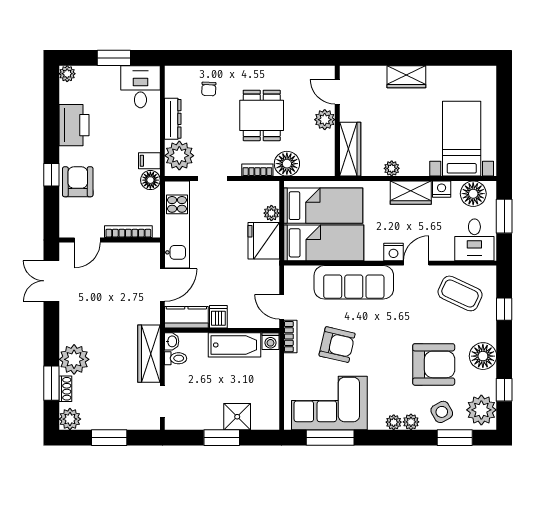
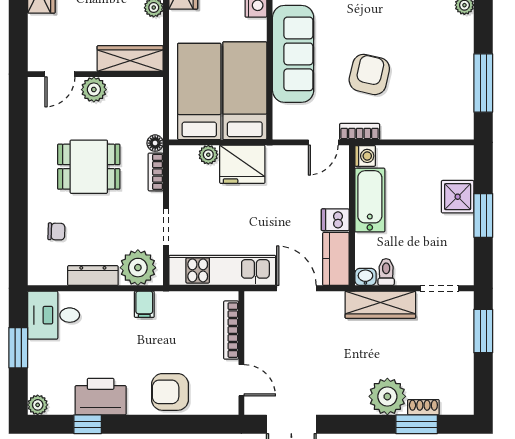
floor lamp: (287, 164) -> (155, 143), width x0.53, depth x0.53
window: (51, 175) -> (88, 424), moved
floor lamp: (150, 180) -> (168, 303), removed
corner sofa: (329, 403) -> (441, 84), removed
plant: (70, 419) -> (461, 402), removed
window: (109, 438) -> (483, 331), moved

